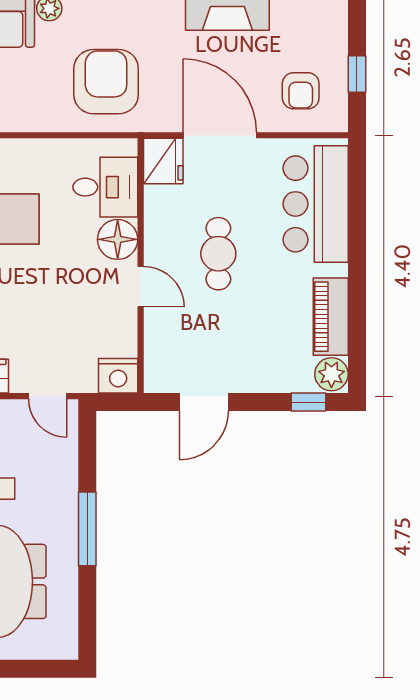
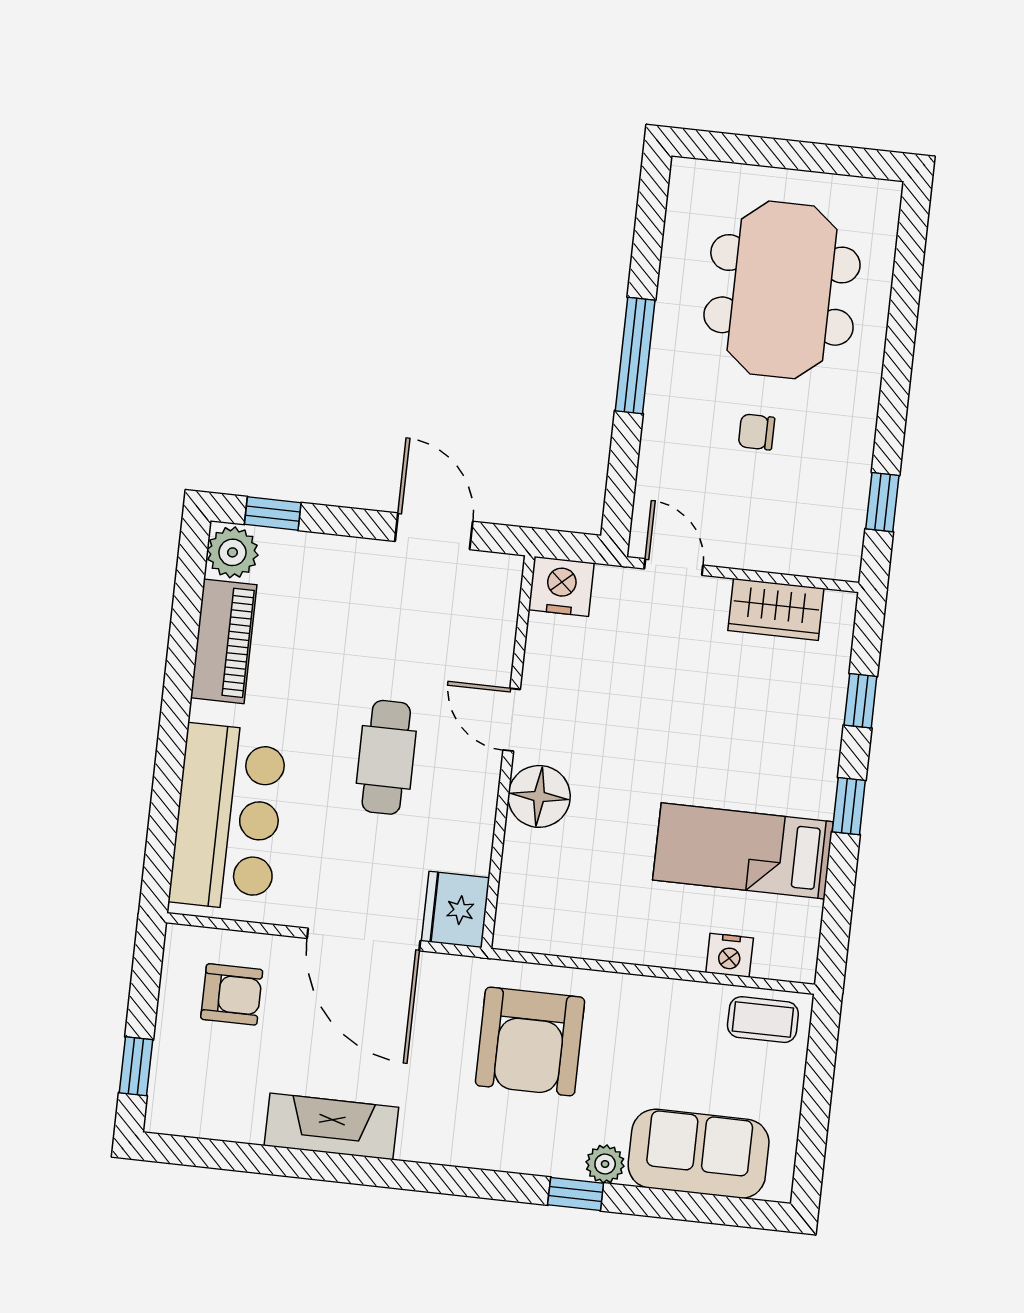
window: (357, 74) -> (136, 1066), moved
armchair: (301, 91) -> (232, 994), turned 90
desk: (105, 187) -> (549, 879), removed
door: (204, 402) -> (434, 531), hinge flipped

